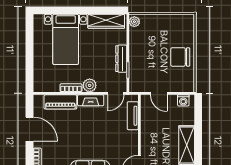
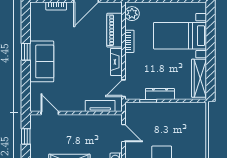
plant: (134, 22) -> (199, 108), removed
plant: (90, 85) -> (132, 14), moved
door: (116, 93) -> (123, 88), hinge flipped
door: (159, 93) -> (123, 133), swing flipped

